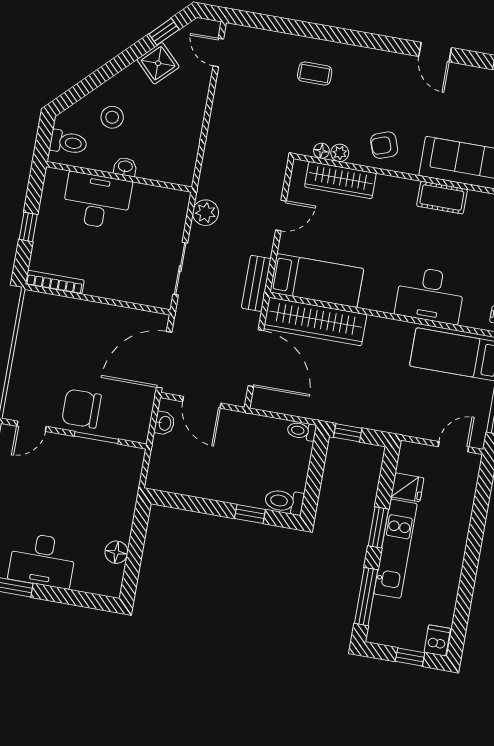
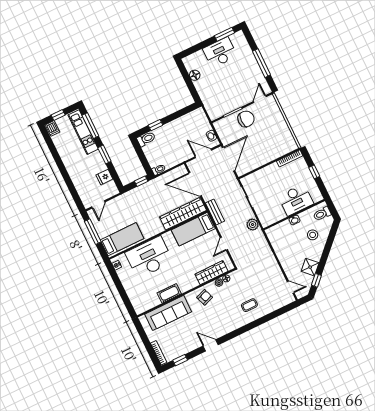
desk: (430, 295) -> (149, 257), width x1.36, depth x1.30
kitchen unit: (395, 549) -> (83, 132), moved

